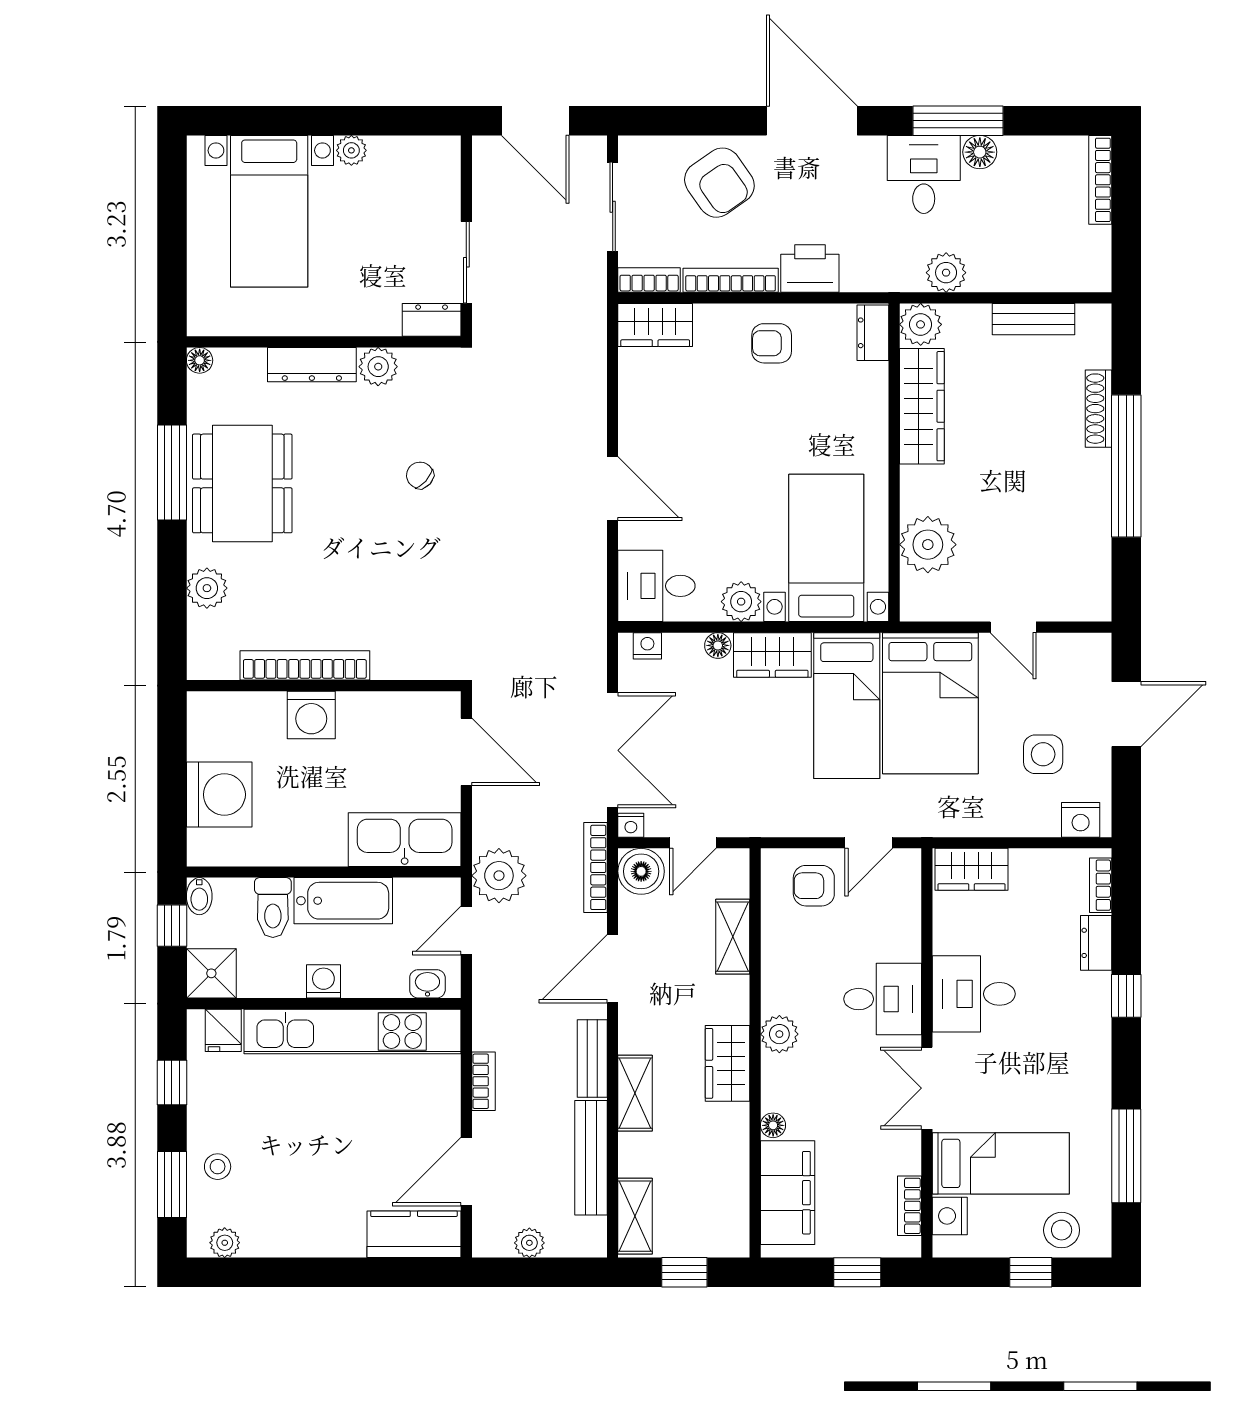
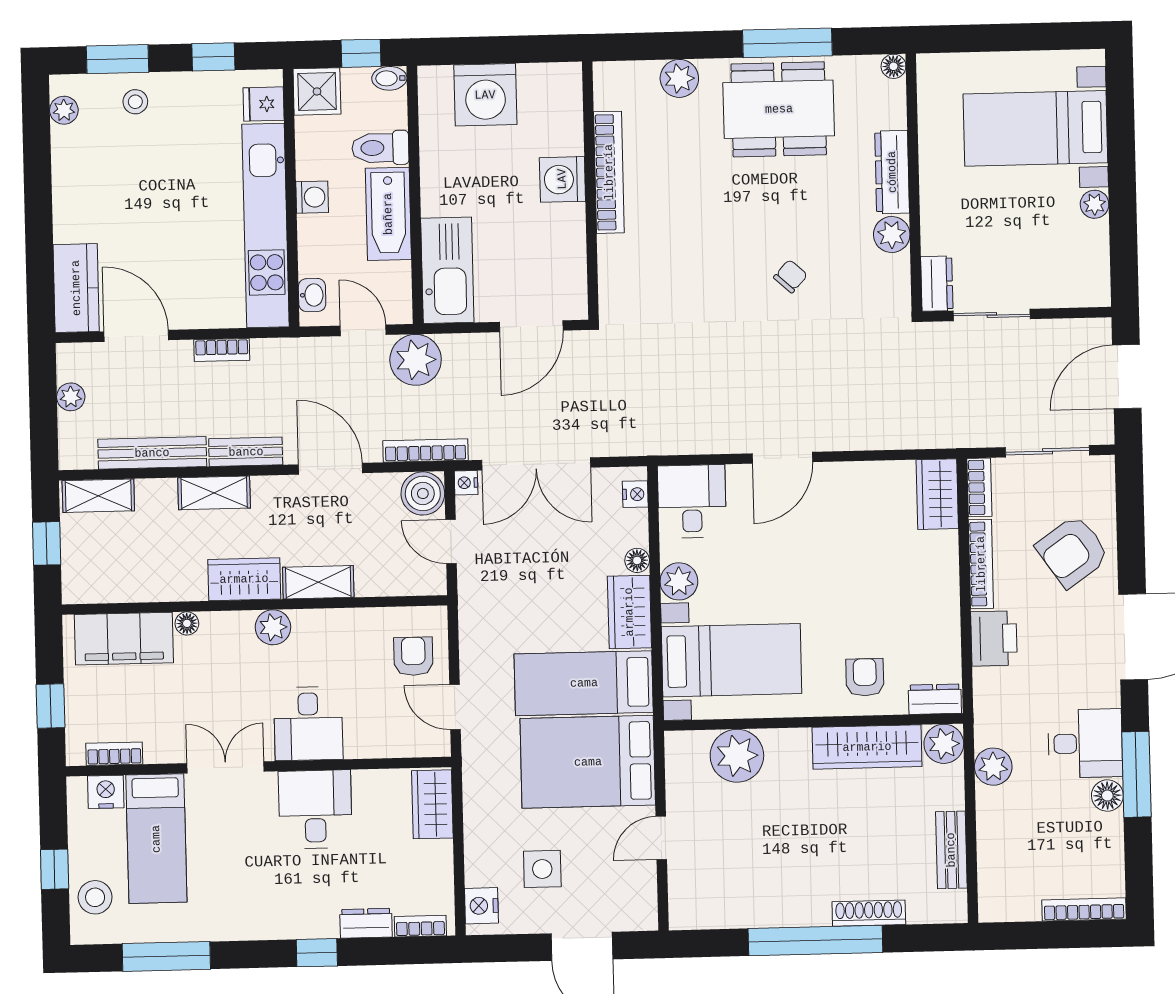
armchair: (772, 343) -> (865, 677), moved
shelving: (733, 937) -> (318, 582), moved

